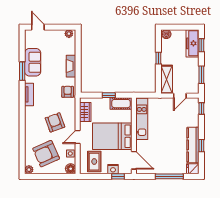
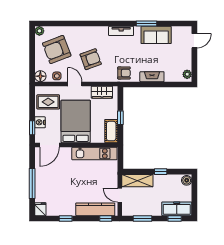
kitchen counter: (193, 145) -> (95, 209), moved
armchair: (46, 154) -> (57, 50), turned -87

